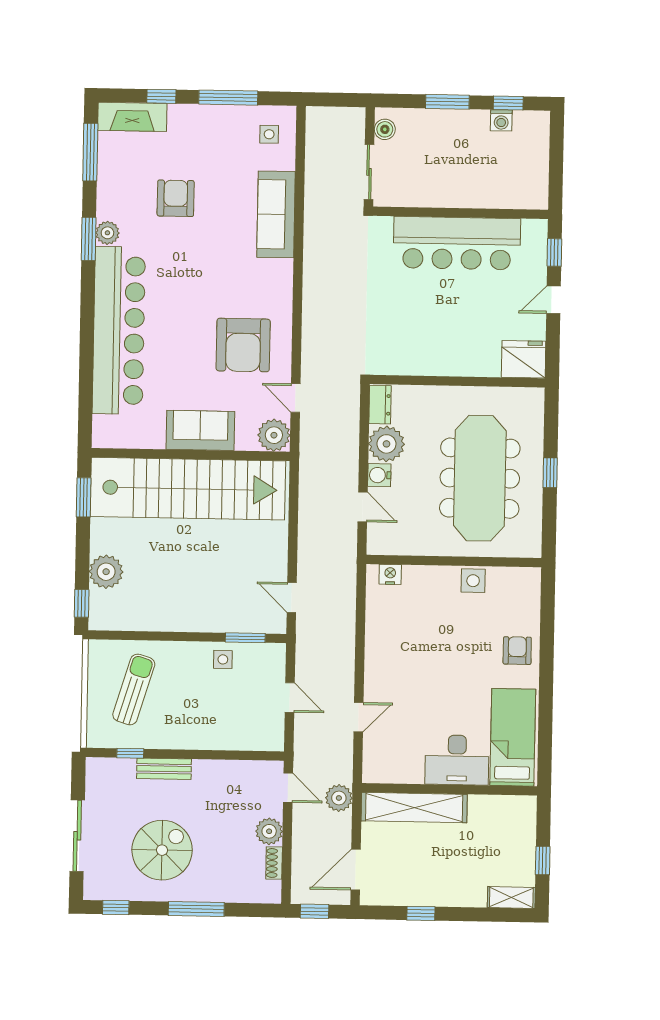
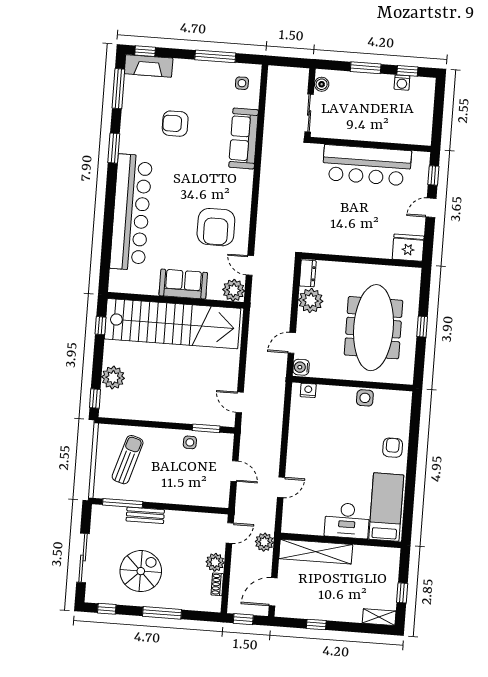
window: (161, 96) -> (145, 51), moved
armchair: (176, 198) -> (175, 124), turned -90
plant: (107, 233) -> (127, 145), removed
water cooler: (379, 475) -> (301, 367), moved
window: (84, 497) -> (100, 326), width x0.67
door: (363, 507) -> (292, 343), swing flipped
window: (130, 753) -> (123, 503), width x2.17
door: (288, 788) -> (230, 533), hinge flipped

